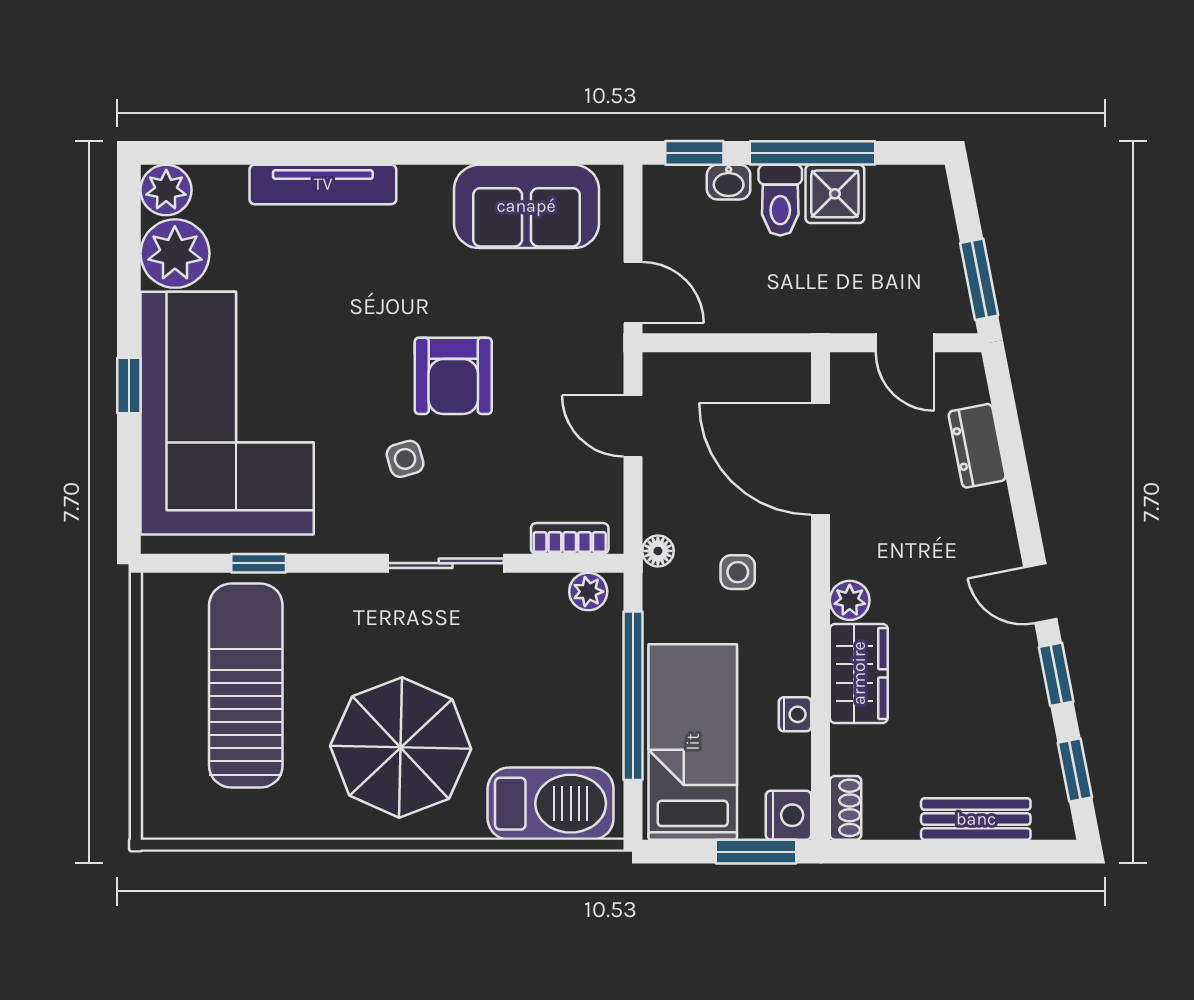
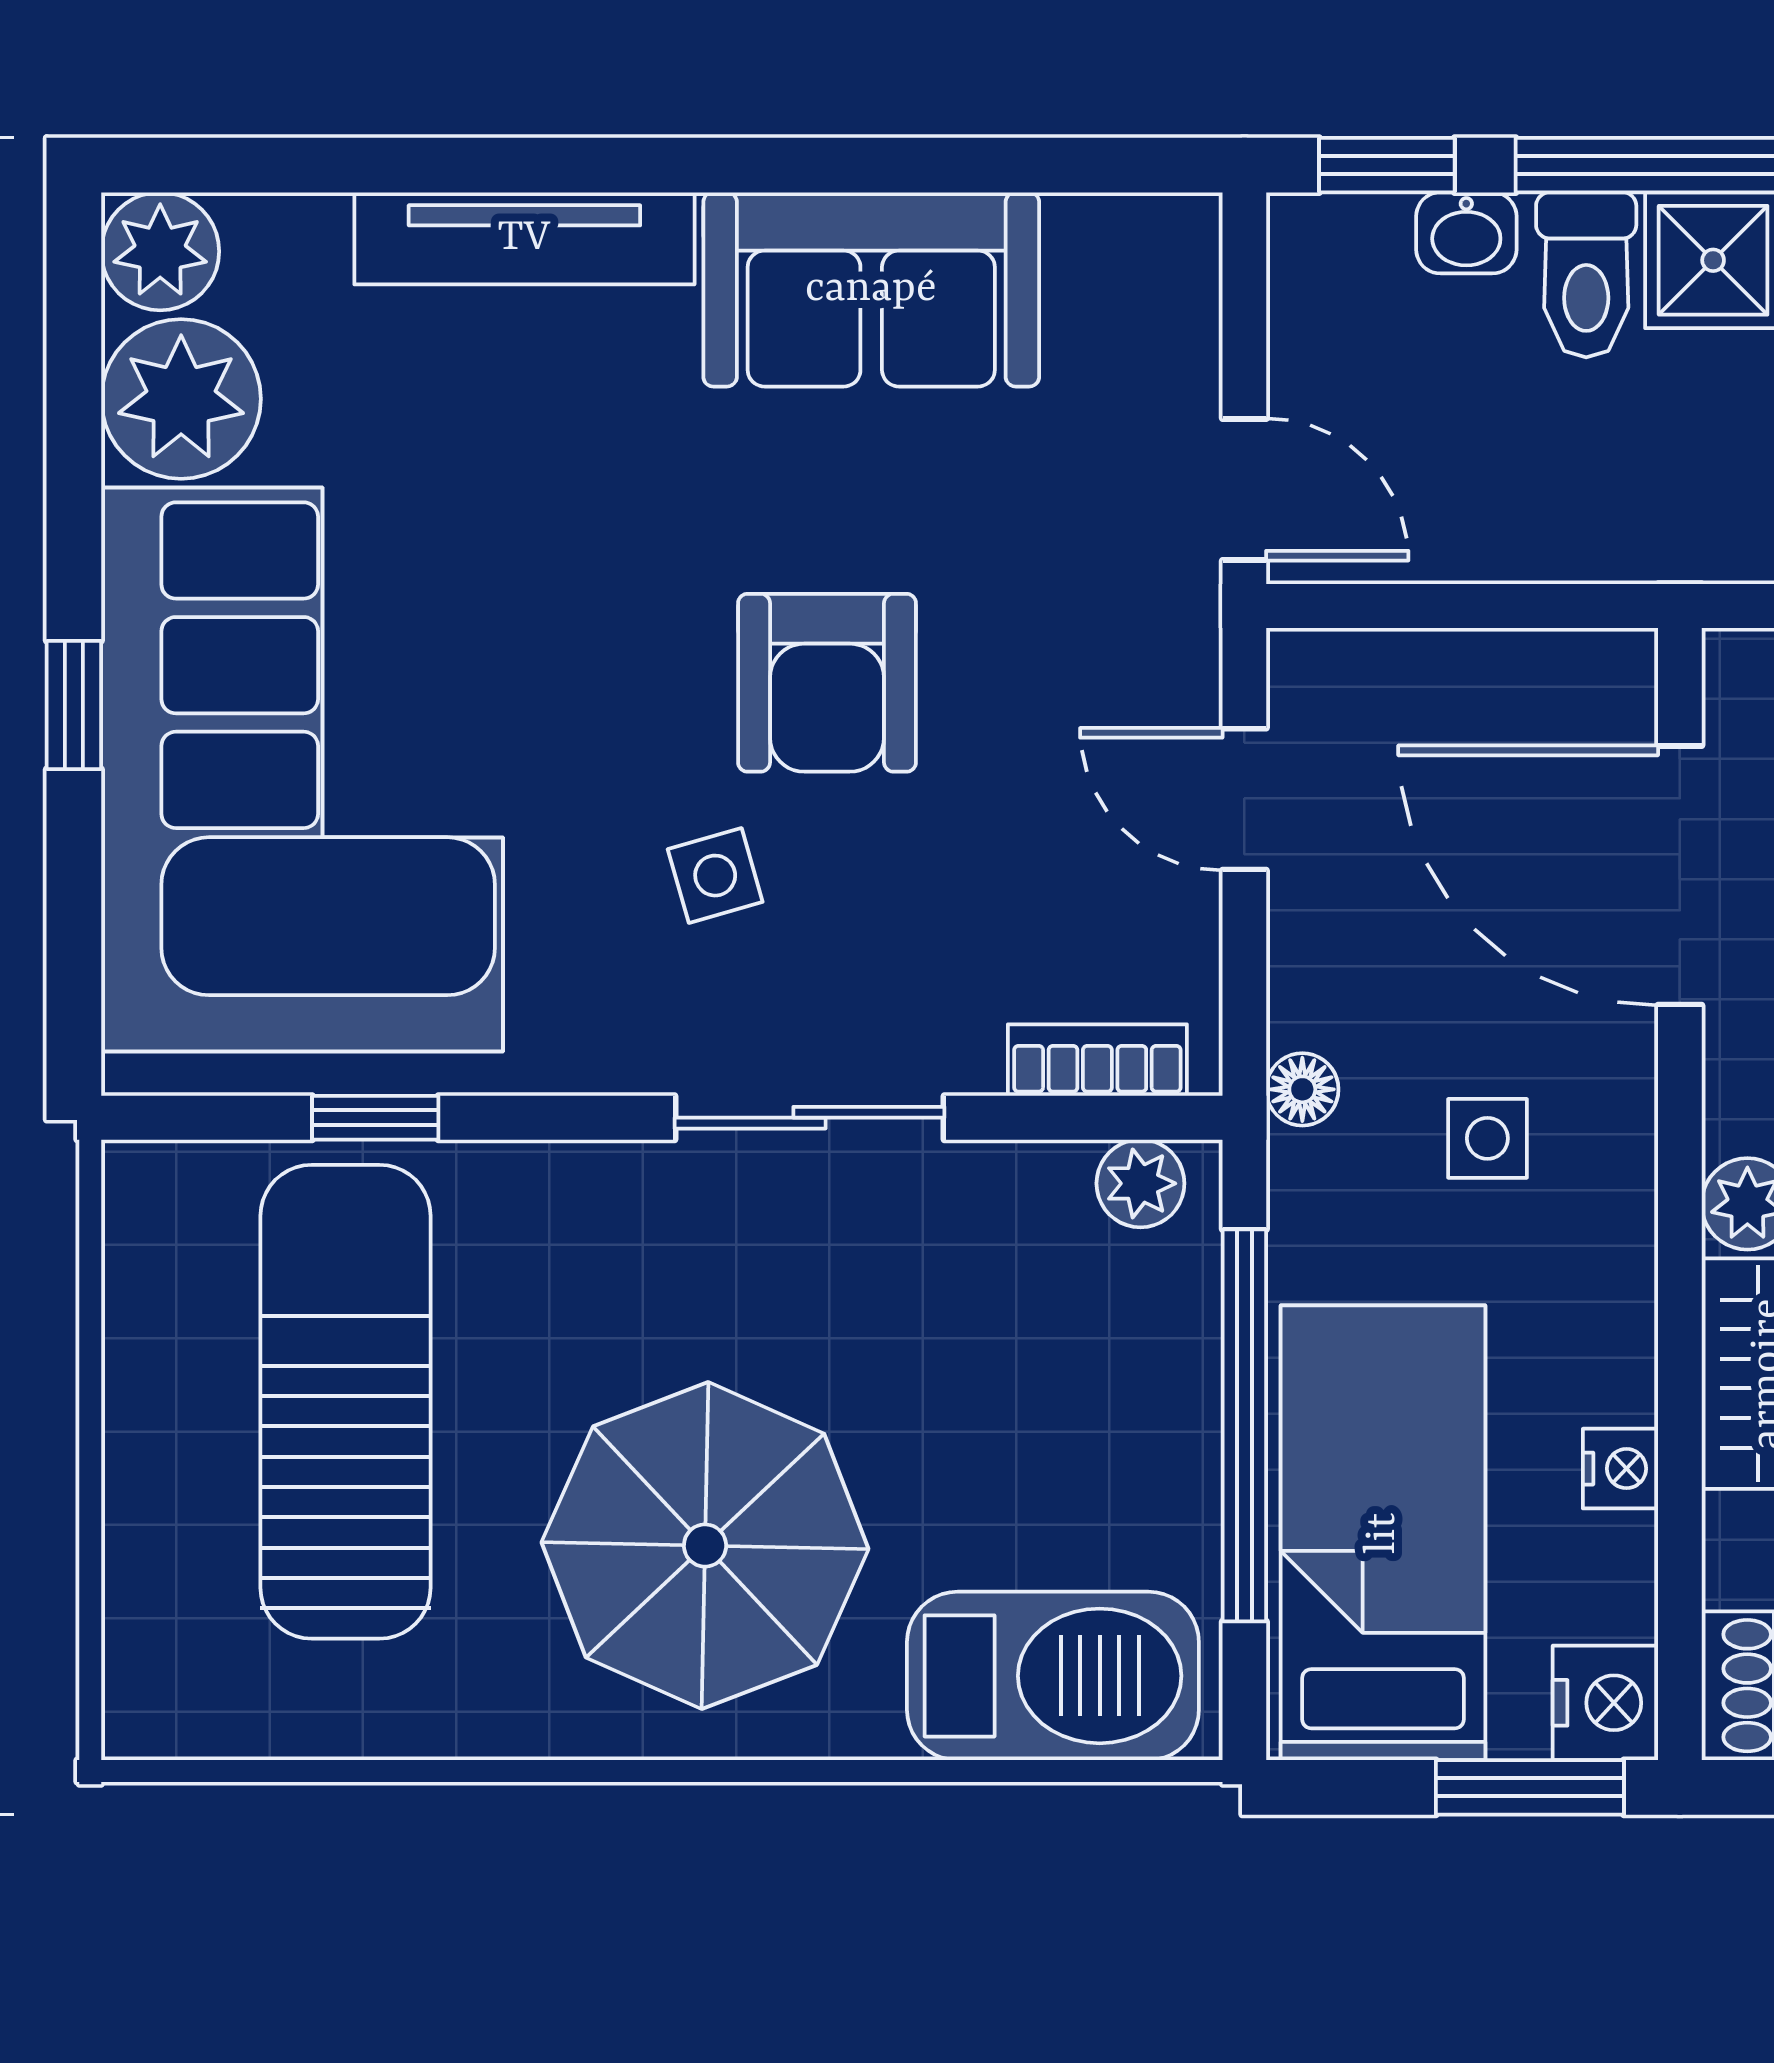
sofa: (526, 206) -> (871, 289), moved

